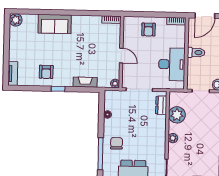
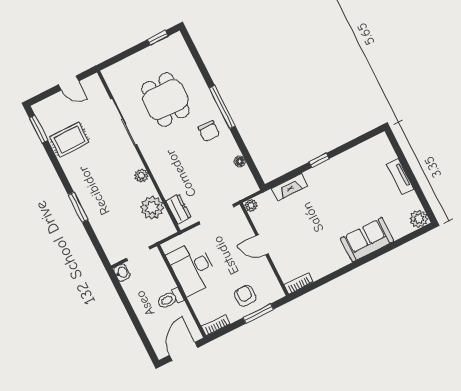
window: (146, 14) -> (258, 314), added
armchair: (46, 72) -> (346, 174), removed
tv unit: (13, 73) -> (400, 176), moved

